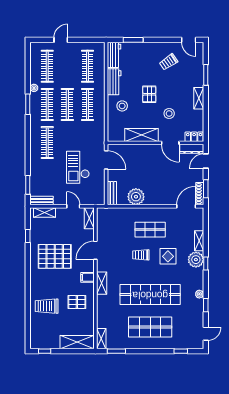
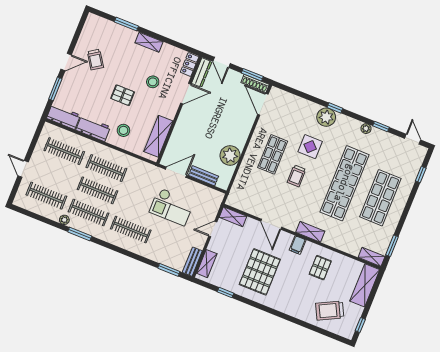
door: (189, 40) -> (66, 62), moved
shelving: (142, 135) -> (158, 136), moved
bench: (112, 193) -> (203, 176), moved
shelving: (199, 241) -> (307, 105), removed
trolley: (47, 306) -> (330, 311), moved, turned 63

